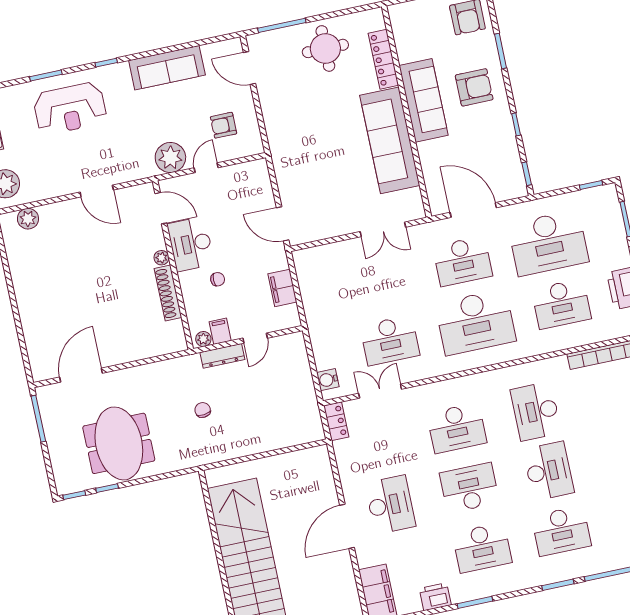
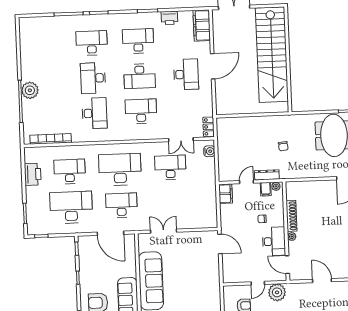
filing cabinet: (282, 288) -> (226, 194), moved
desk: (390, 505) -> (186, 74), turned 180

